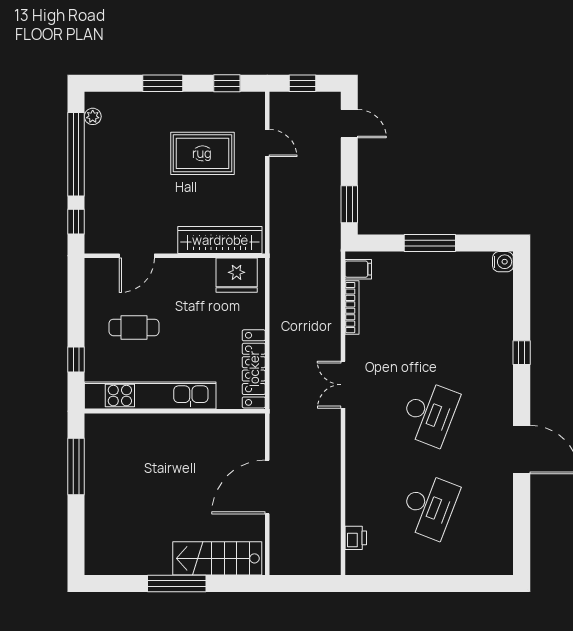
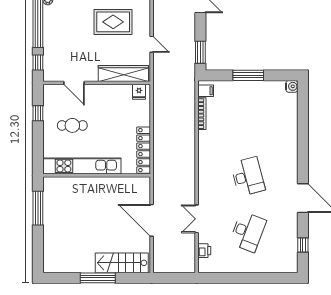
door: (267, 143) -> (152, 44), moved
door: (137, 256) -> (74, 83), hinge flipped
fridge: (237, 275) -> (139, 92), width x0.53, depth x0.75
window: (522, 353) -> (303, 245), moved
window: (76, 360) -> (38, 113), moved
double door: (343, 385) -> (197, 219), moved
desk: (429, 413) -> (248, 177), turned -36
door: (267, 487) -> (152, 220), hinge flipped

